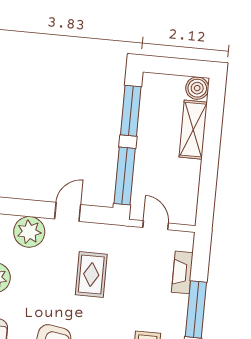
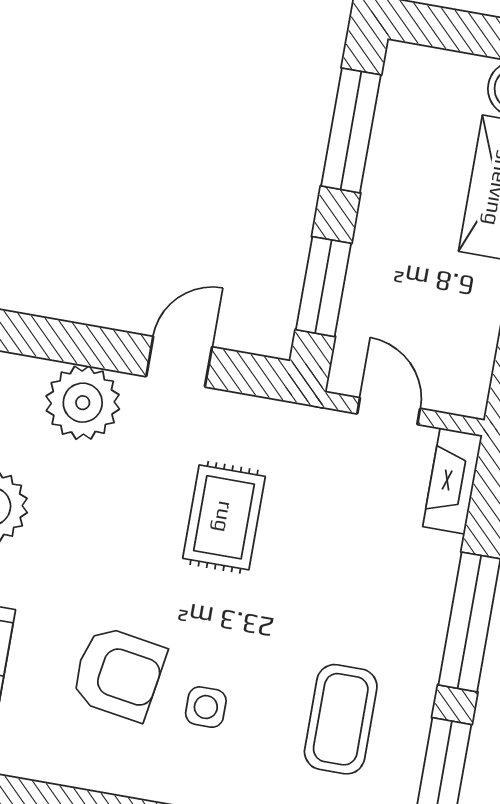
window: (125, 176) -> (323, 287), width x0.69
fireplace: (182, 272) -> (452, 481), moved

